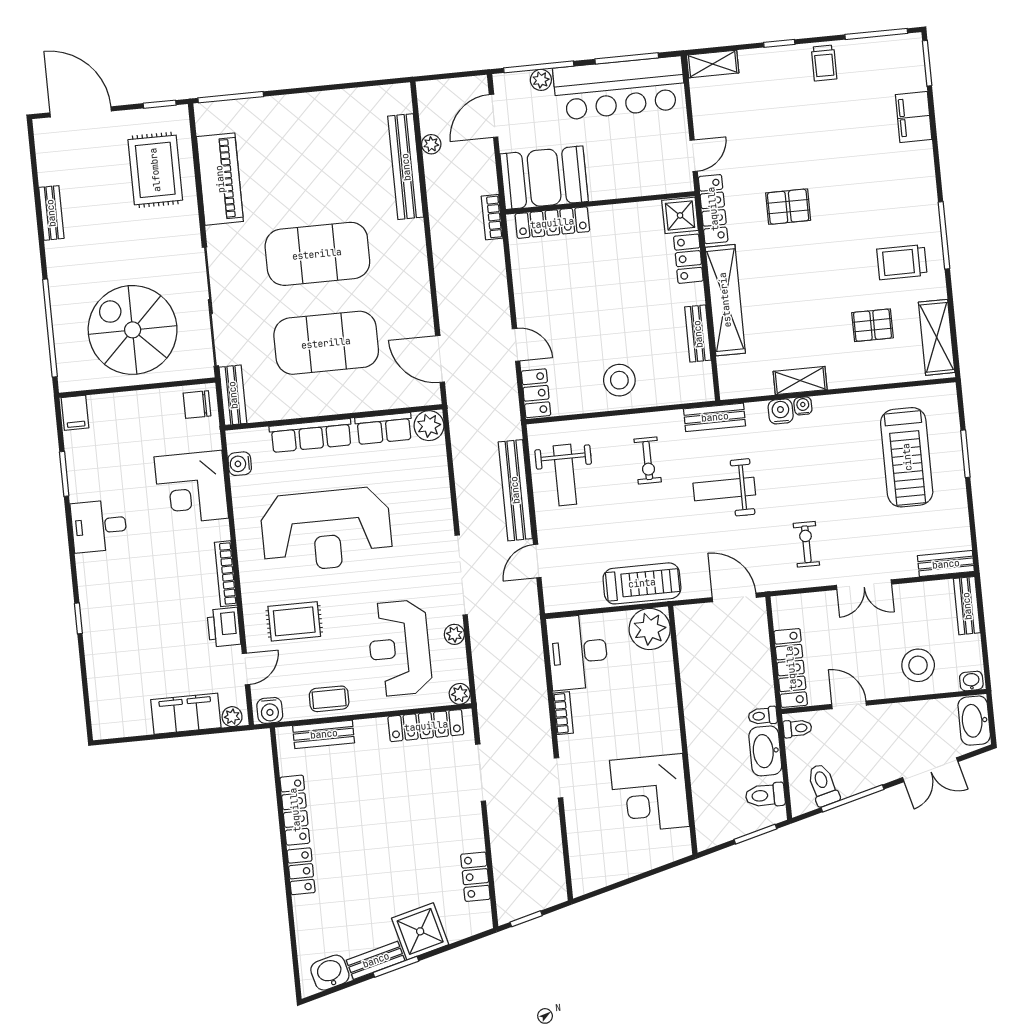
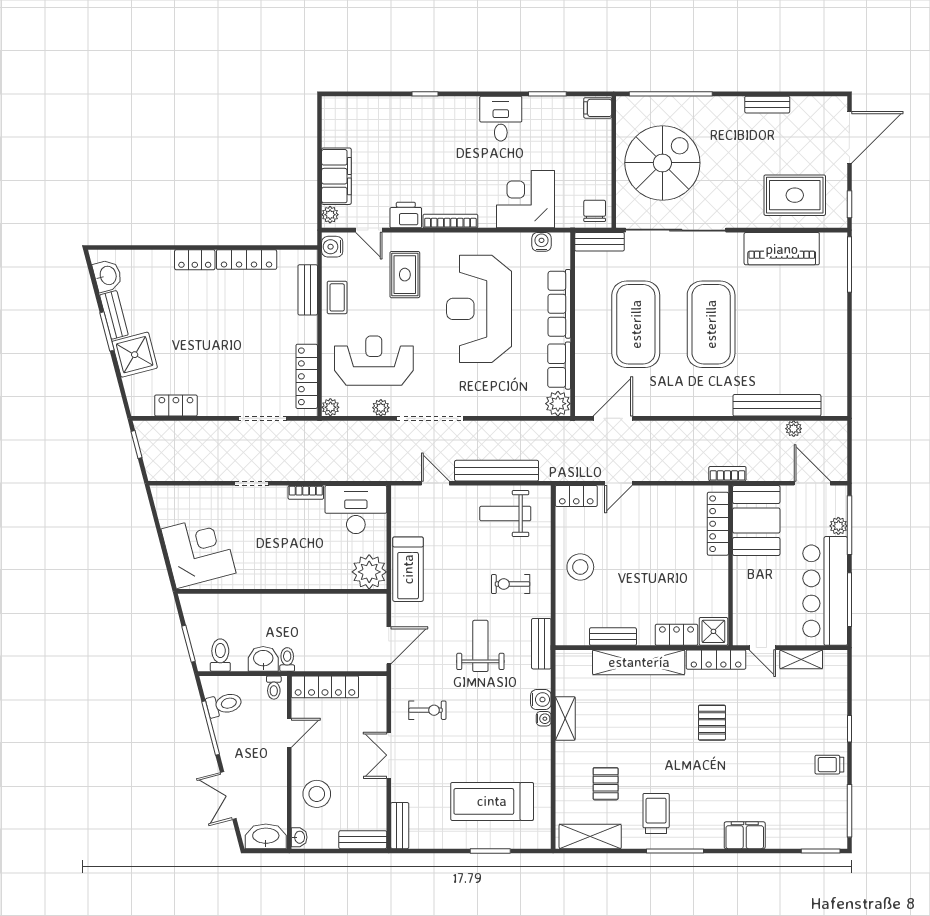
shelving: (713, 64) -> (801, 659), moved, turned 90
filing cabinet: (914, 117) -> (745, 835), moved
washbasin: (765, 751) -> (263, 659), width x0.72
corner desk: (650, 793) -> (199, 551), moved, turned 75

